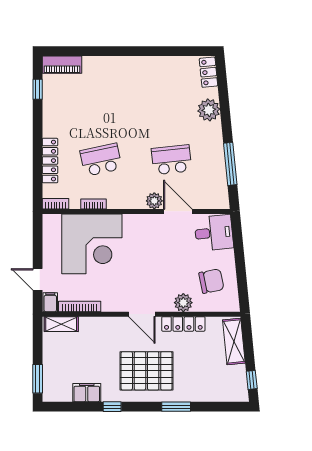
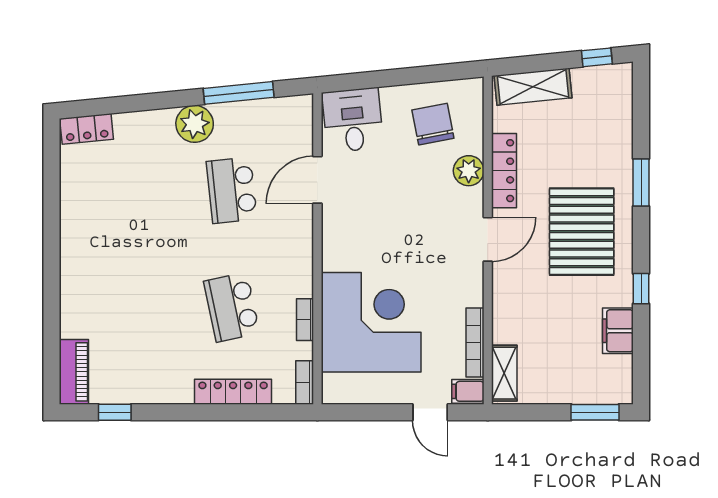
plant: (209, 110) -> (195, 124), moved
plant: (154, 201) -> (300, 219), removed
door: (38, 279) -> (430, 412), hinge flipped

